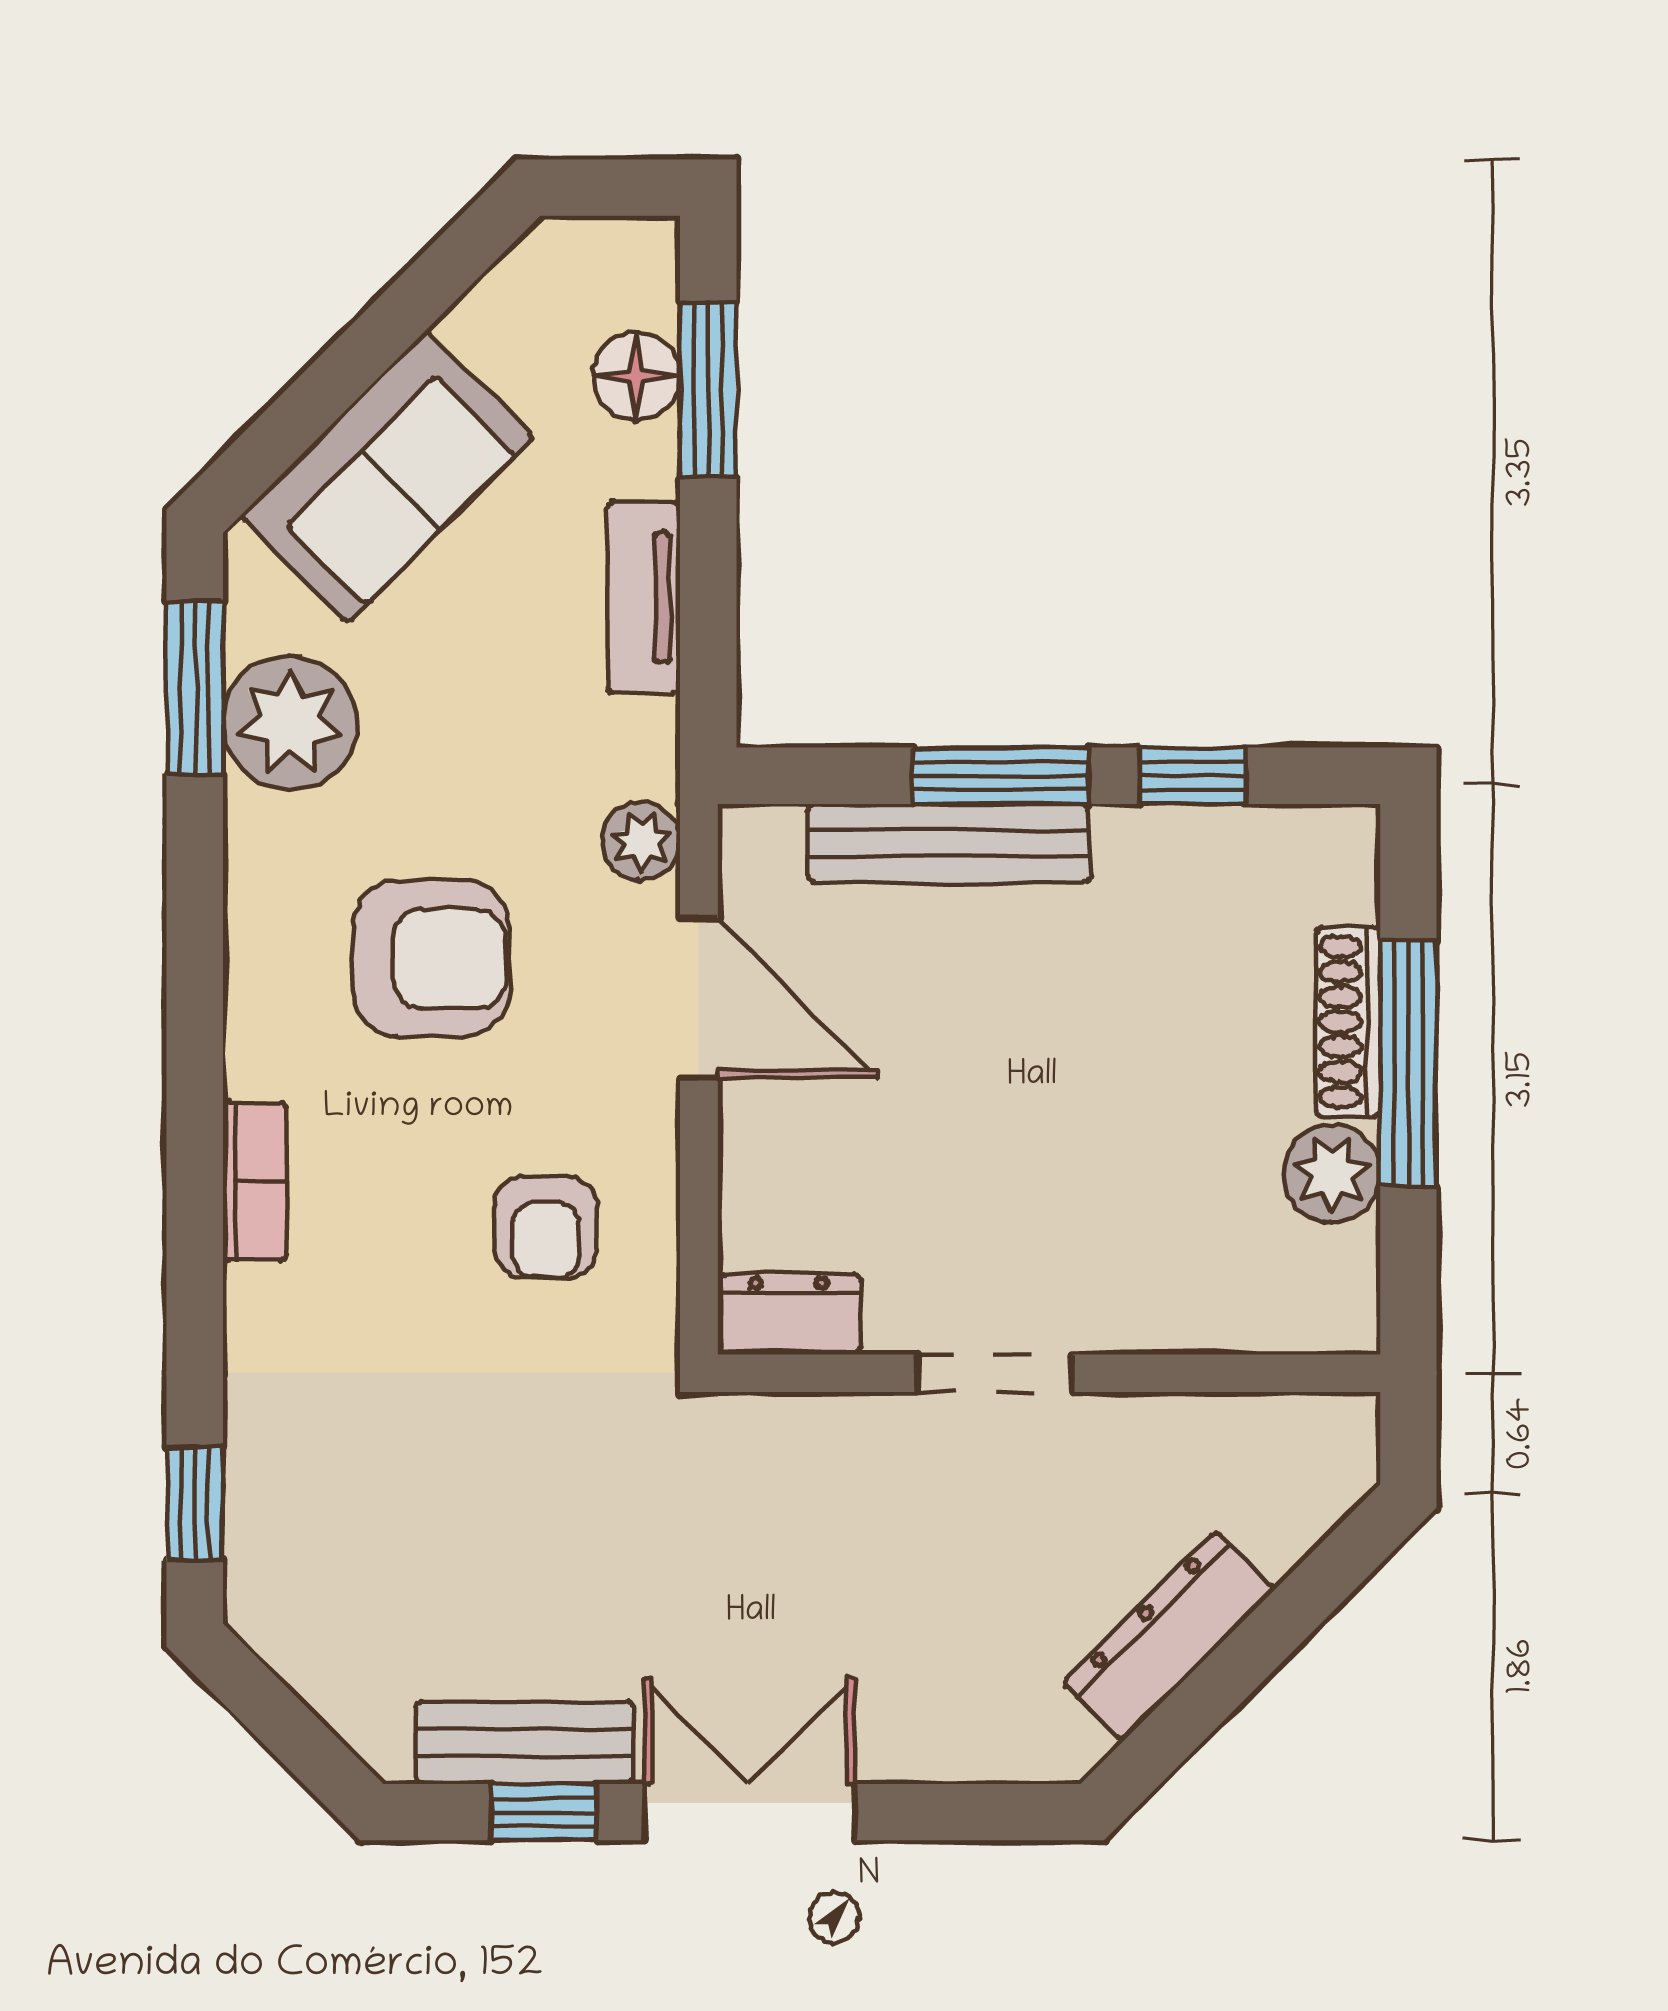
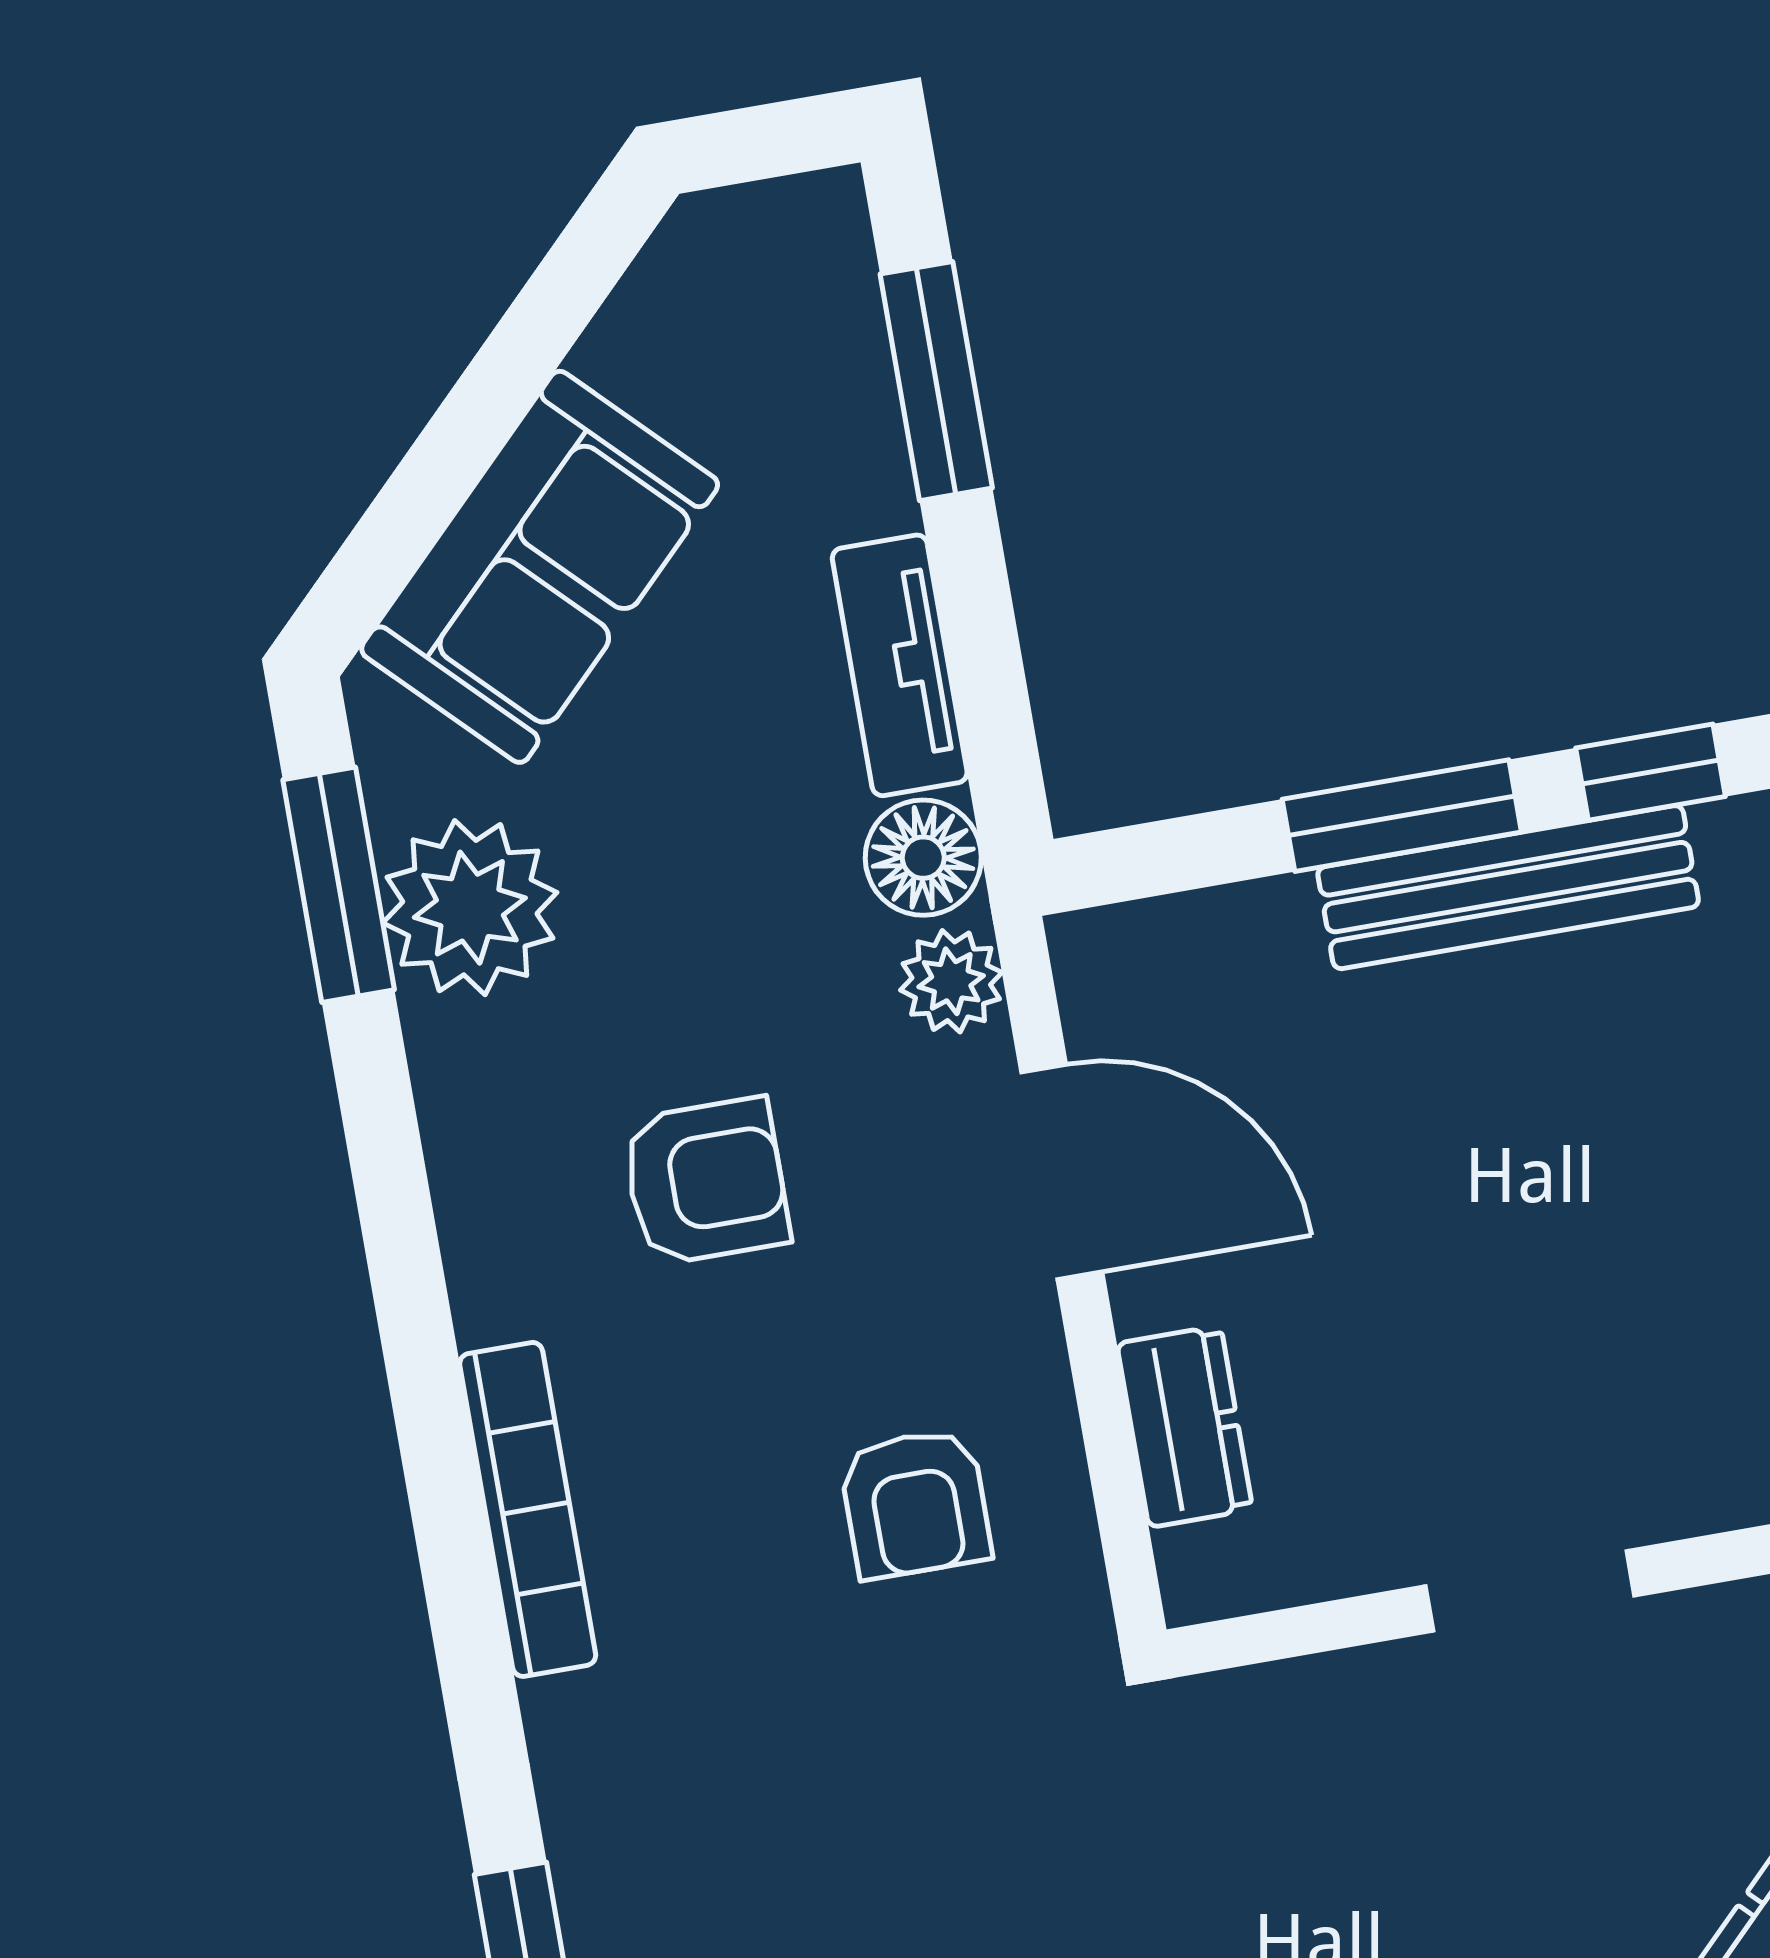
floor lamp: (636, 376) -> (923, 858), moved
bench: (949, 843) -> (1508, 887), moved
armchair: (431, 959) -> (706, 1181), width x0.72, depth x0.72
bookcase: (255, 1181) -> (528, 1509), width x1.56
dresser: (789, 1314) -> (1185, 1427), moved, turned 90

